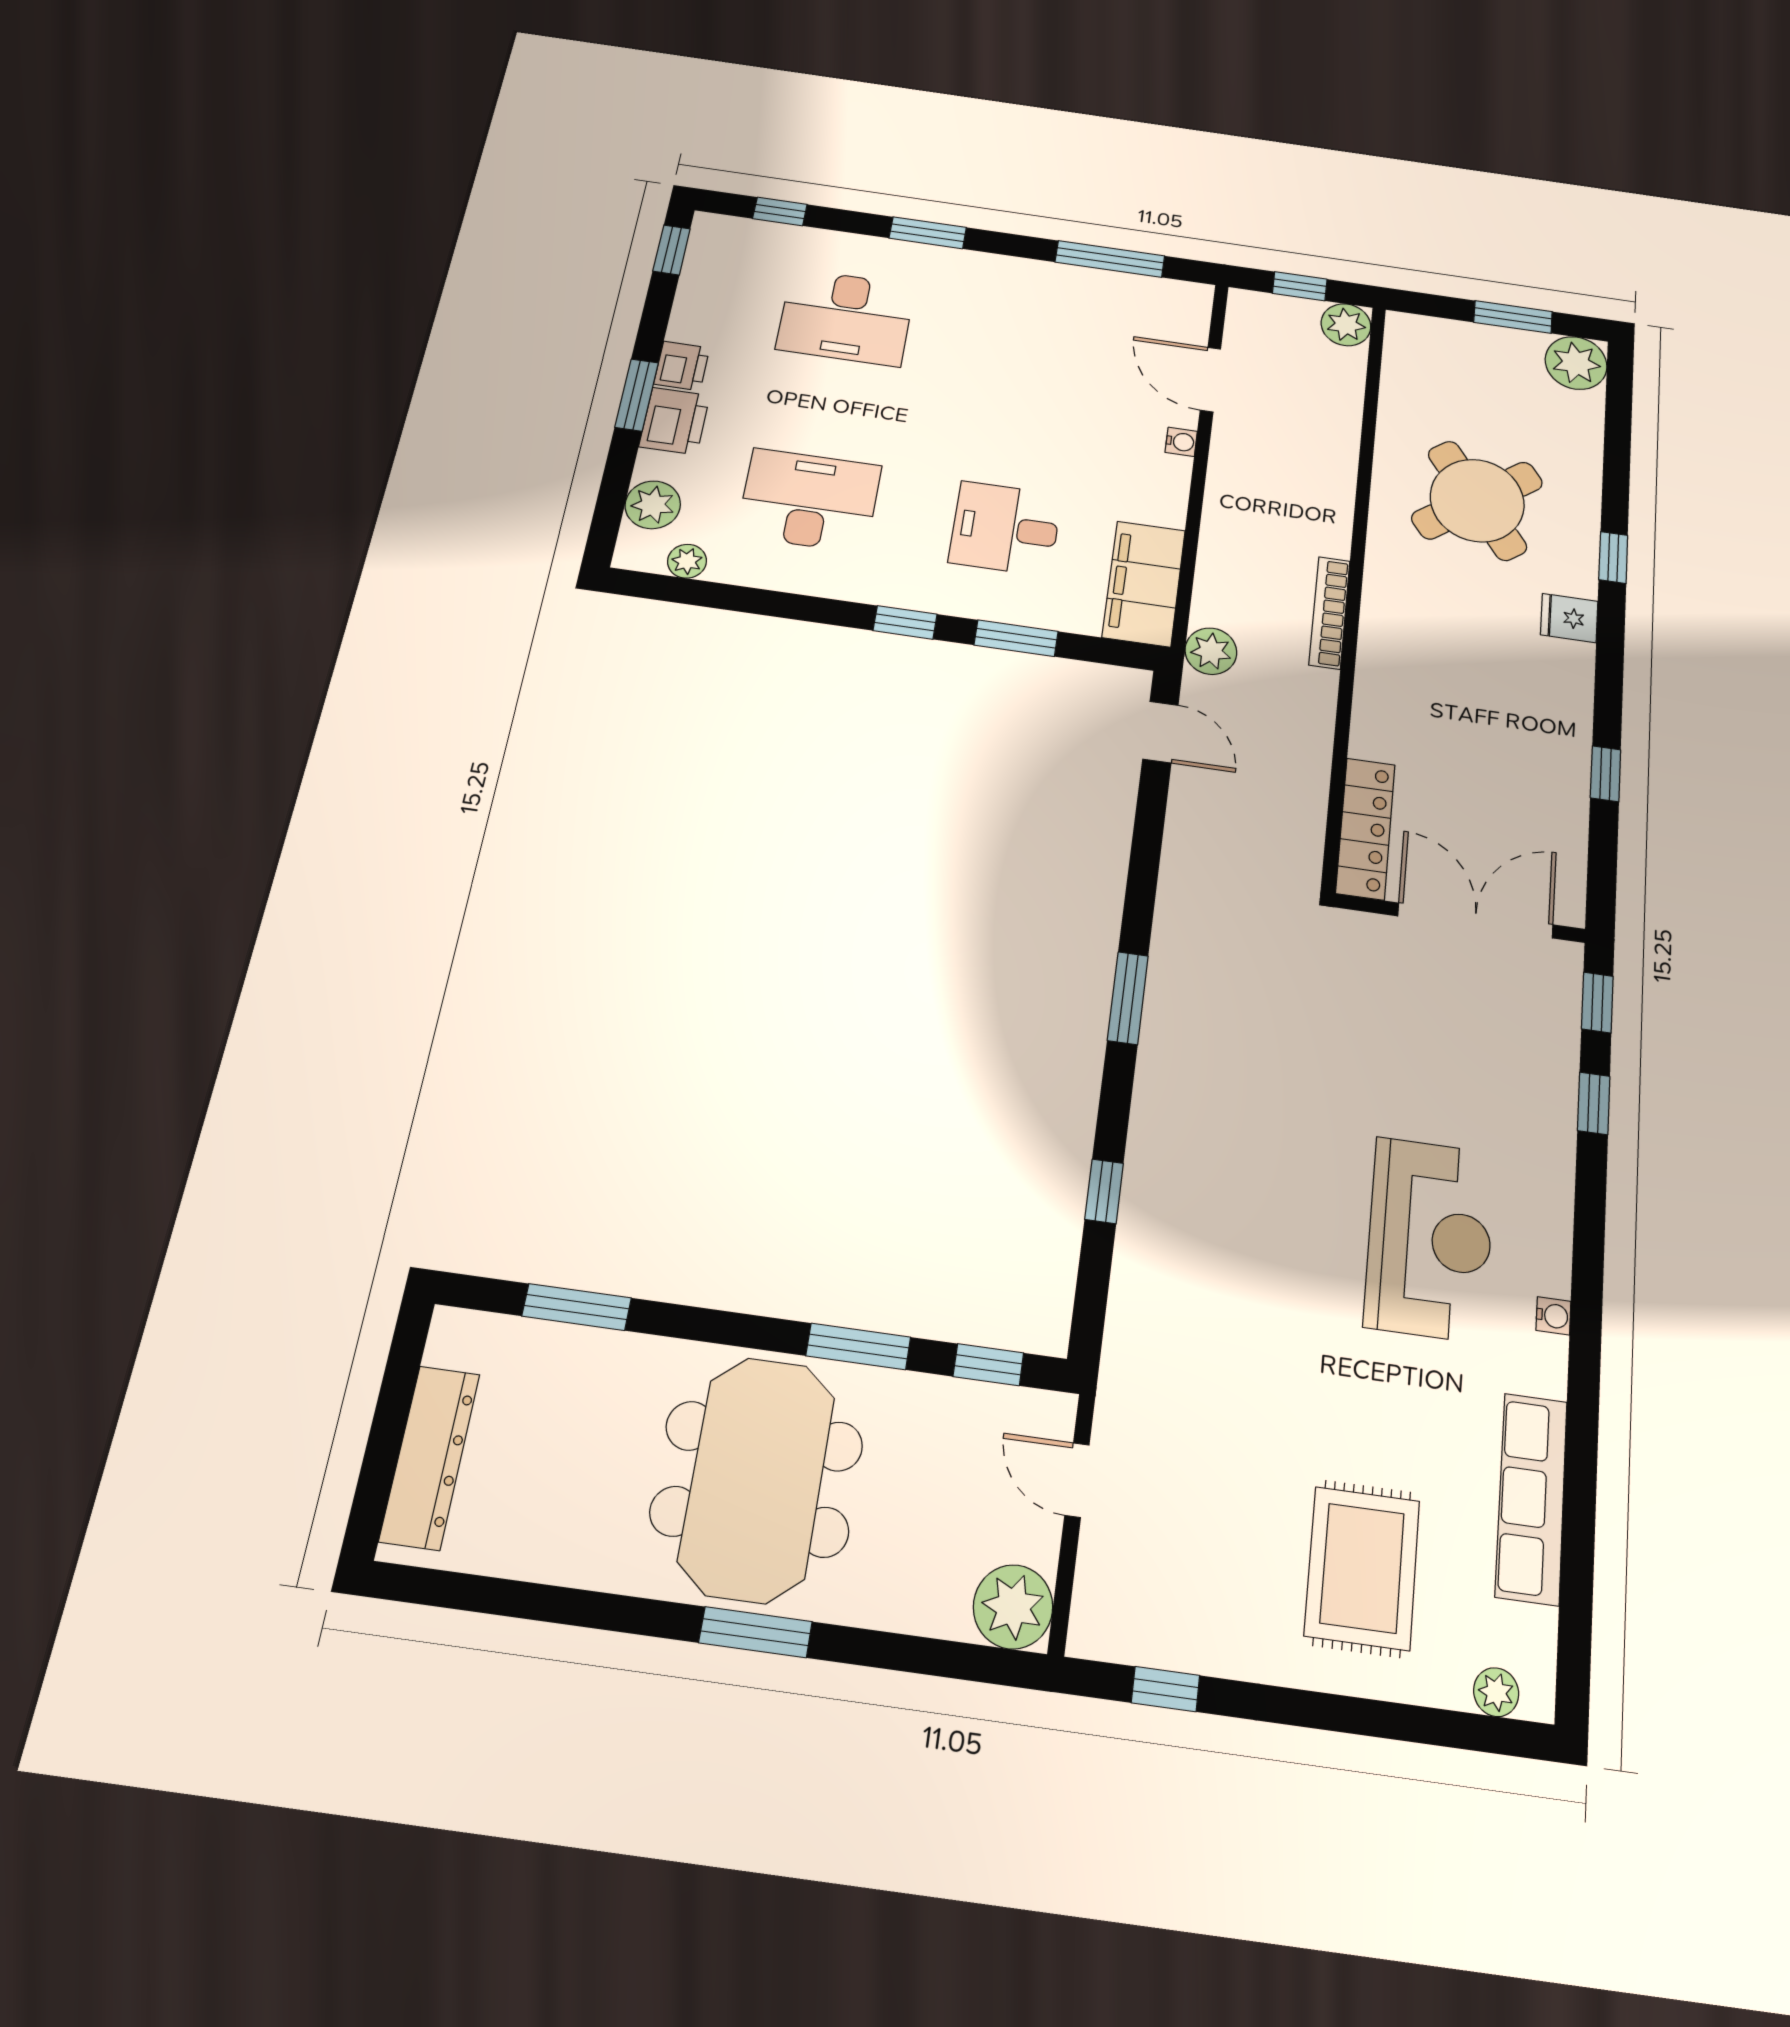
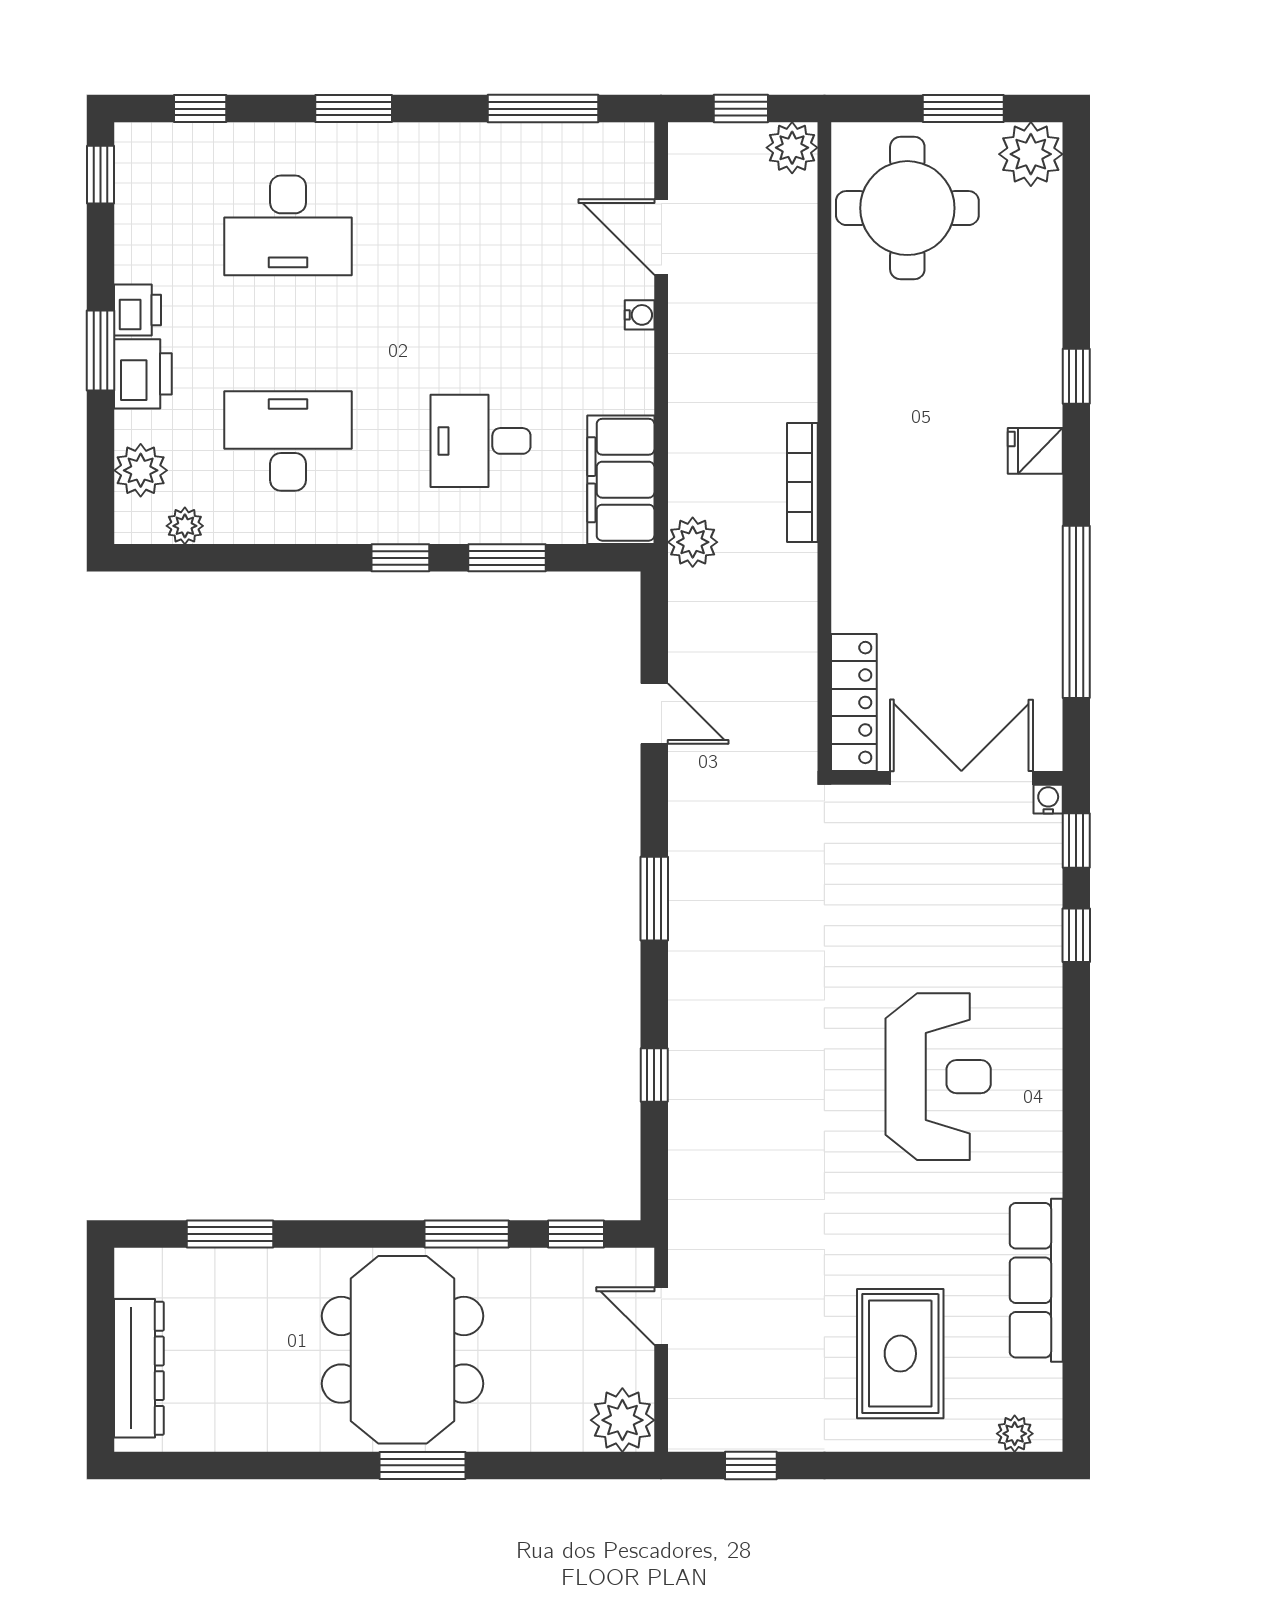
round table: (1477, 500) -> (907, 208), moved, turned 36
door: (1160, 732) -> (654, 714), moved
window: (1606, 774) -> (1076, 612), width x3.17
water cooler: (1553, 1316) -> (1048, 799), moved, turned -90

